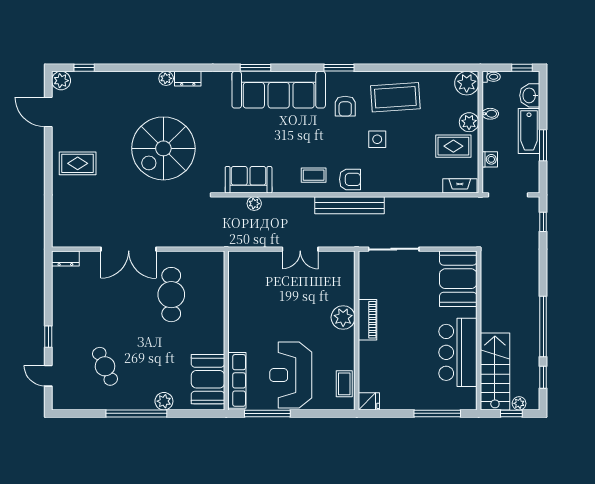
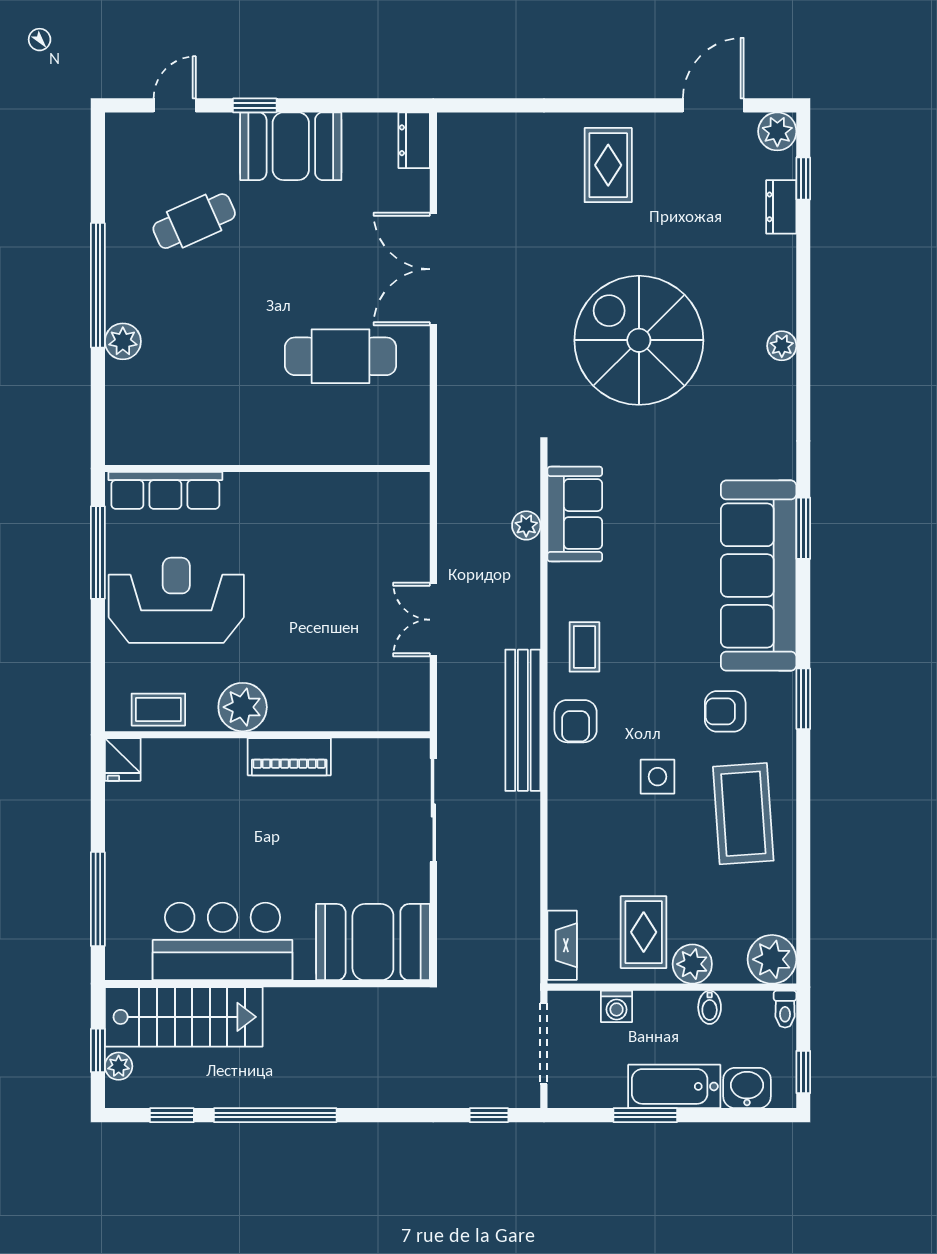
dresser: (188, 79) -> (781, 207), moved
plant: (343, 317) -> (243, 707), moved
booth: (208, 379) -> (291, 146), moved

